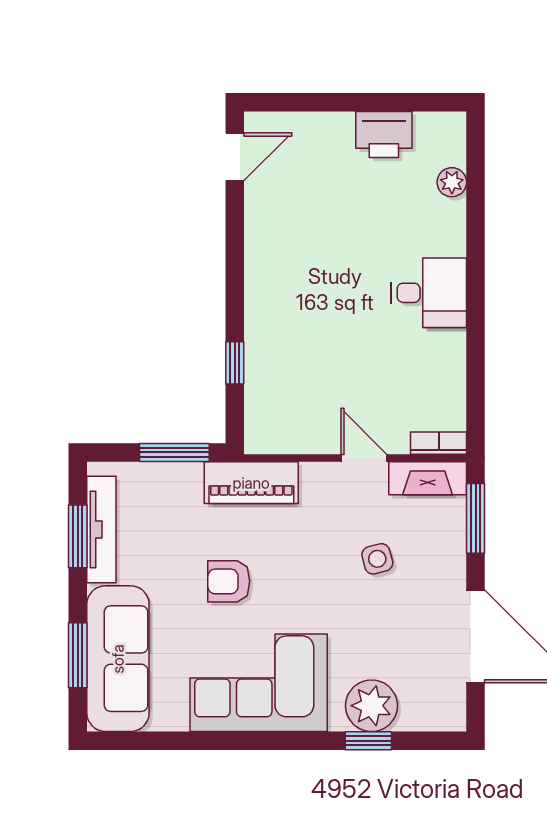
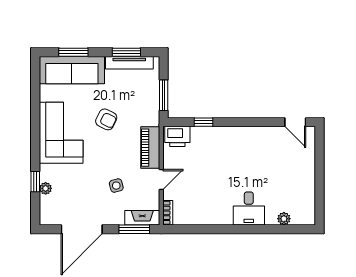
printer: (384, 134) -> (177, 136), moved, turned -90
desk: (429, 293) -> (249, 209), moved
fireplace: (428, 478) -> (142, 218), moved, turned 90
piano: (251, 483) -> (150, 148), moved
armchair: (229, 581) -> (106, 119), turned 116
plant: (372, 706) -> (46, 188), width x0.53, depth x0.53

